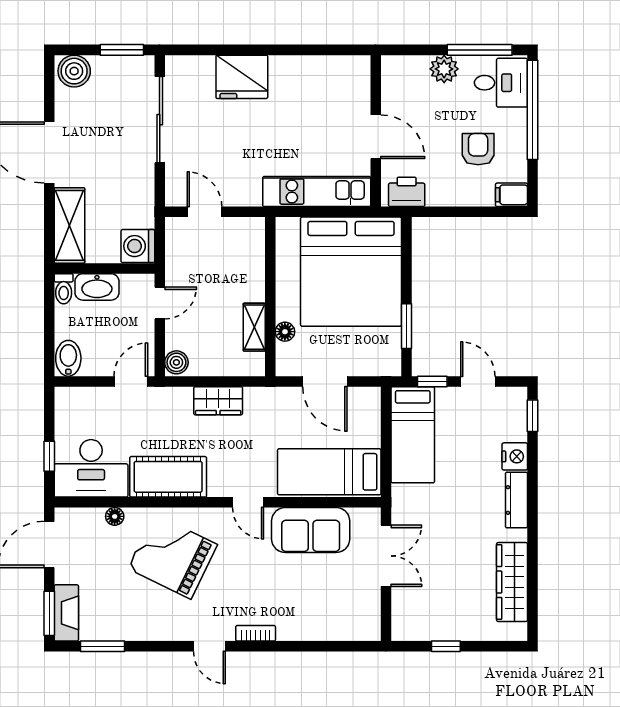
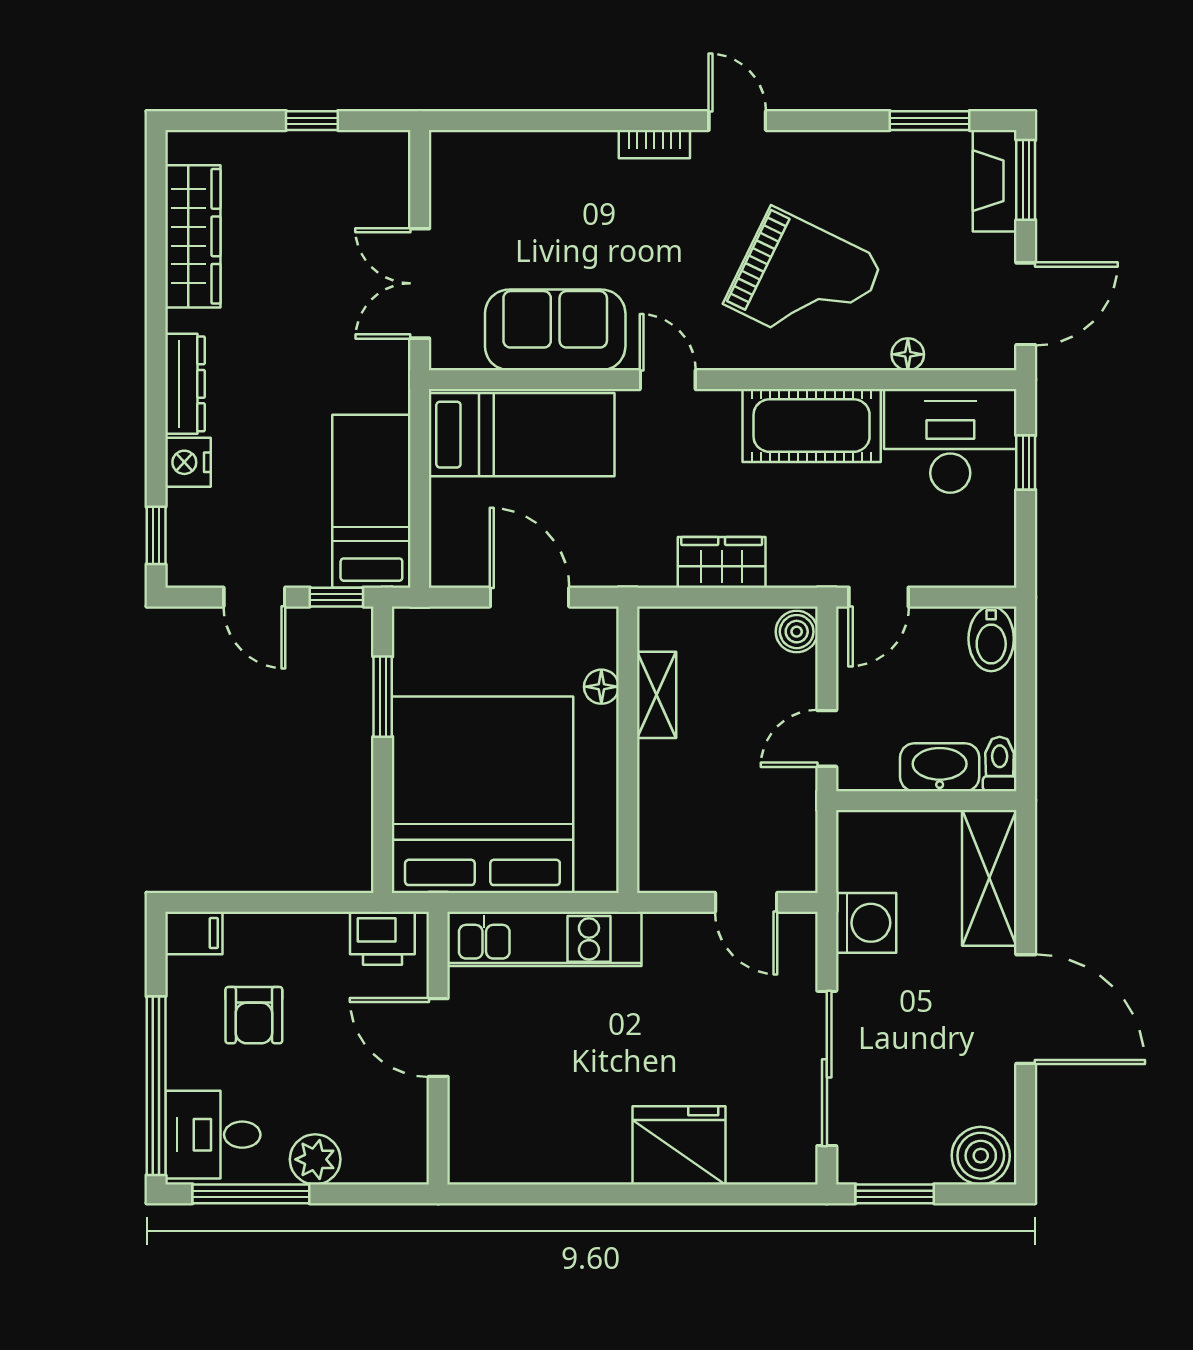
washing machine: (138, 246) -> (866, 923), moved

